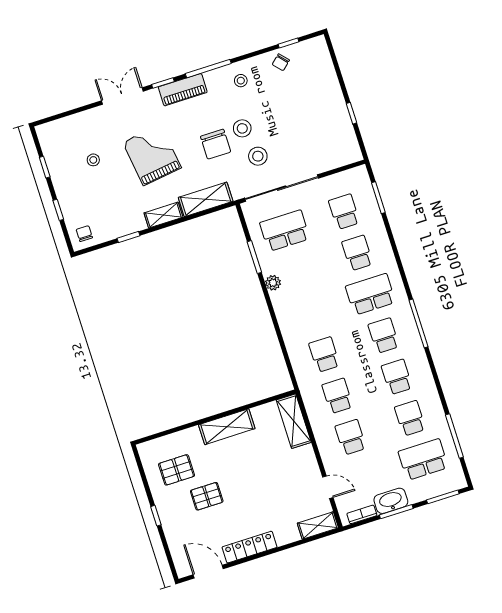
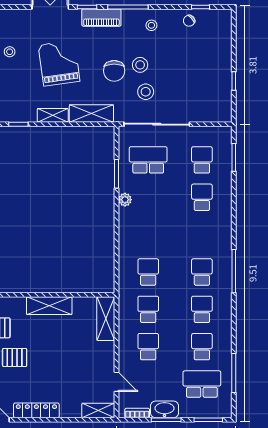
school desk: (370, 294) -> (202, 235), removed

